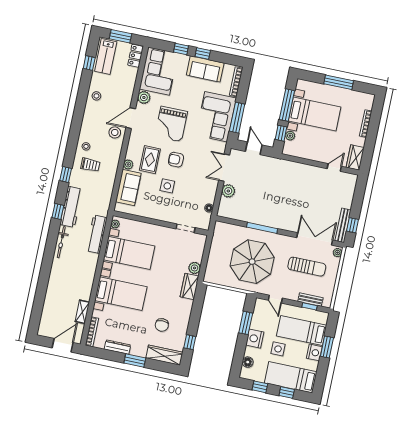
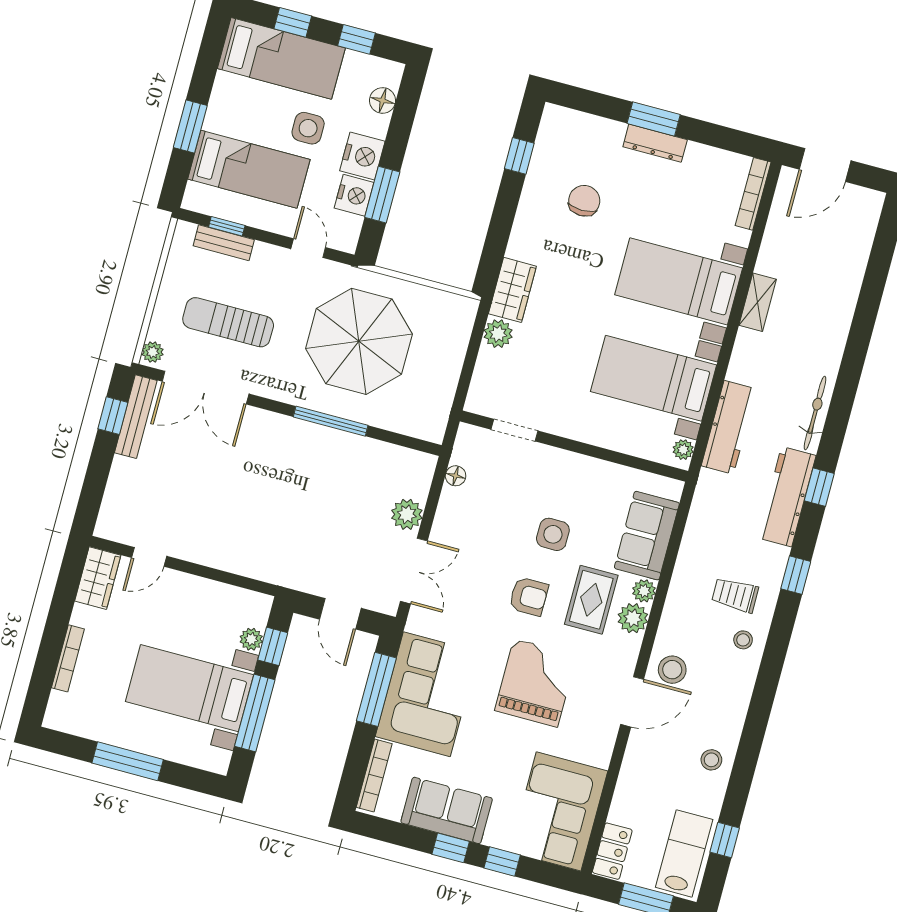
plant: (144, 97) -> (633, 618), moved
shelving: (82, 312) -> (758, 302), moved
dresser: (117, 347) -> (655, 143), moved
nightstand: (314, 352) -> (354, 195), moved, turned 180
wardrobe: (164, 355) -> (582, 128), removed

